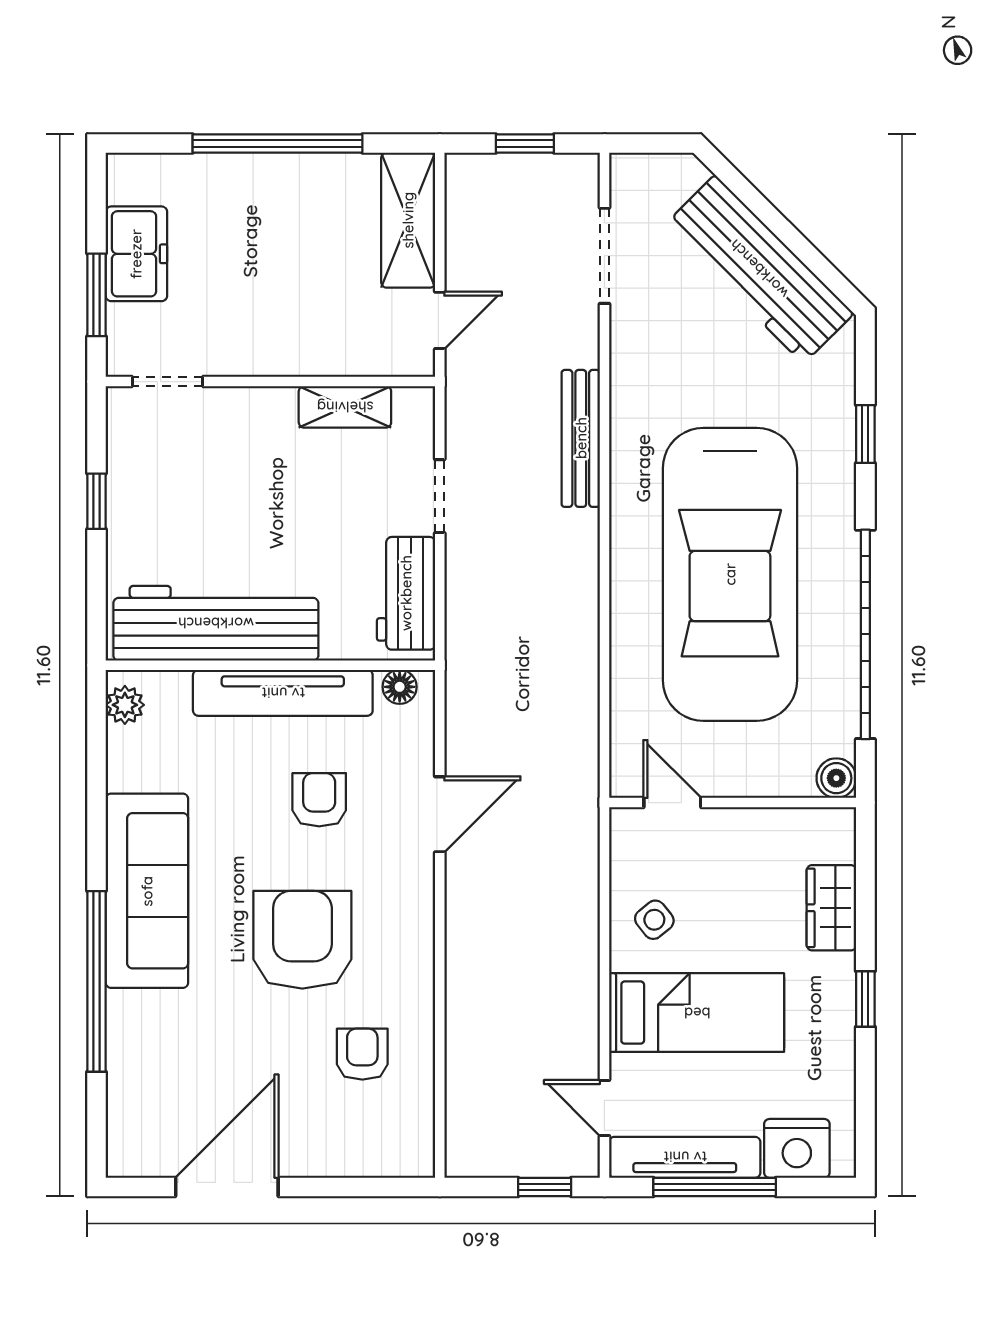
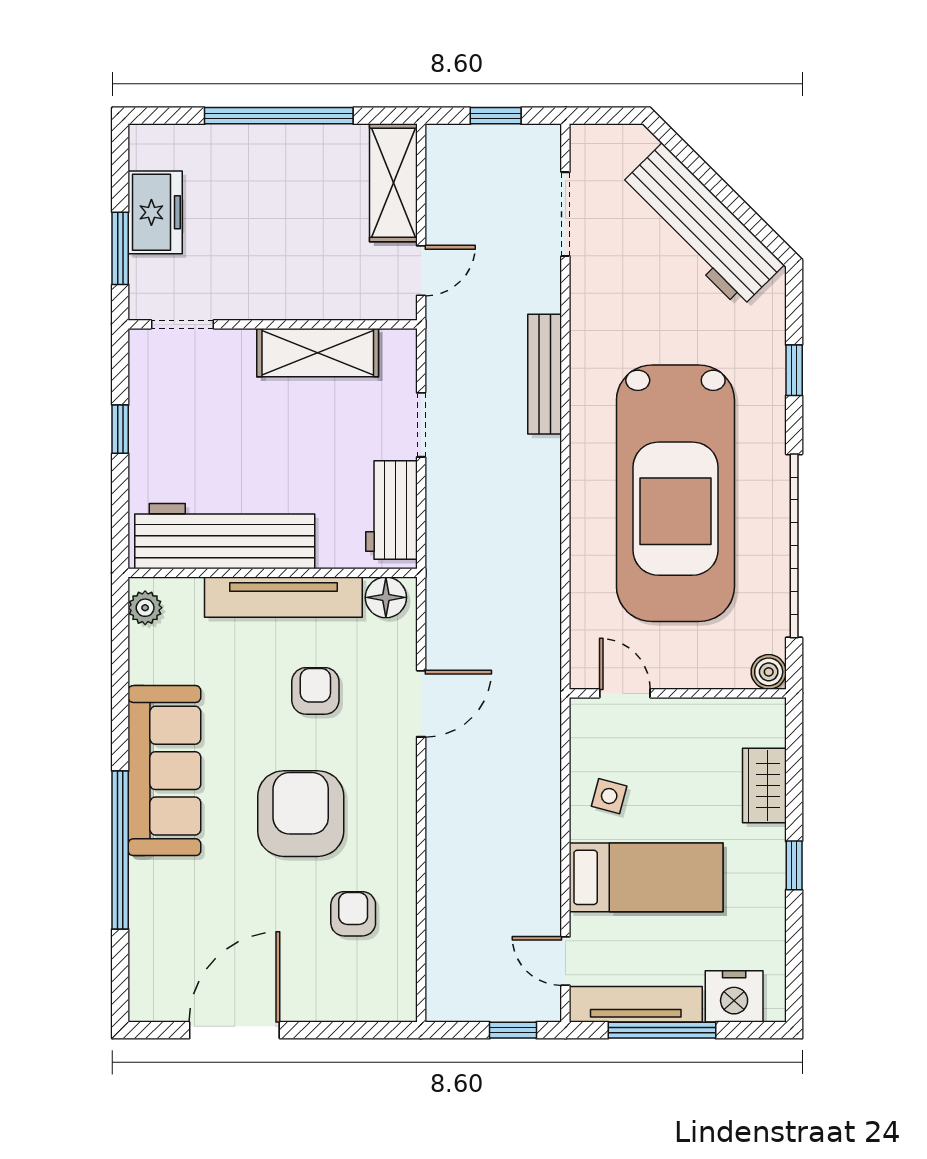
shelving: (345, 407) -> (318, 353), width x1.50, depth x1.33
floor lamp: (400, 687) -> (386, 597), width x1.37, depth x1.37
side table: (654, 920) -> (609, 796), turned -36

